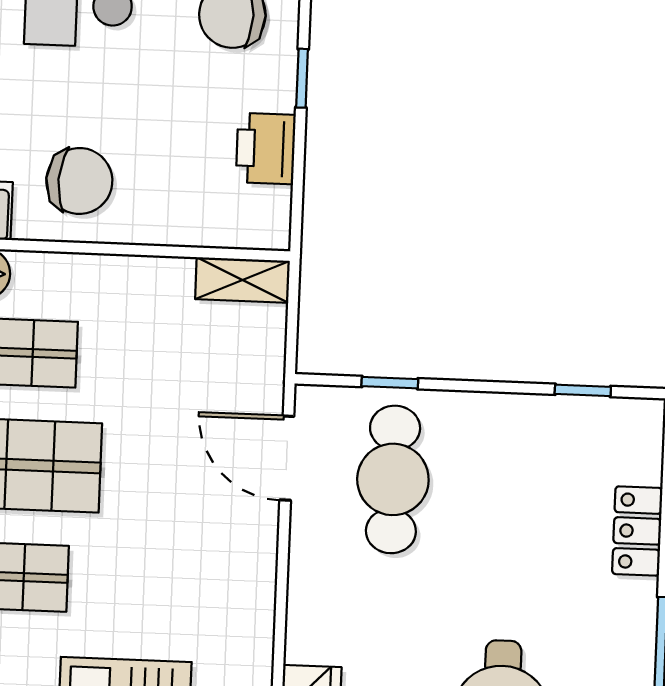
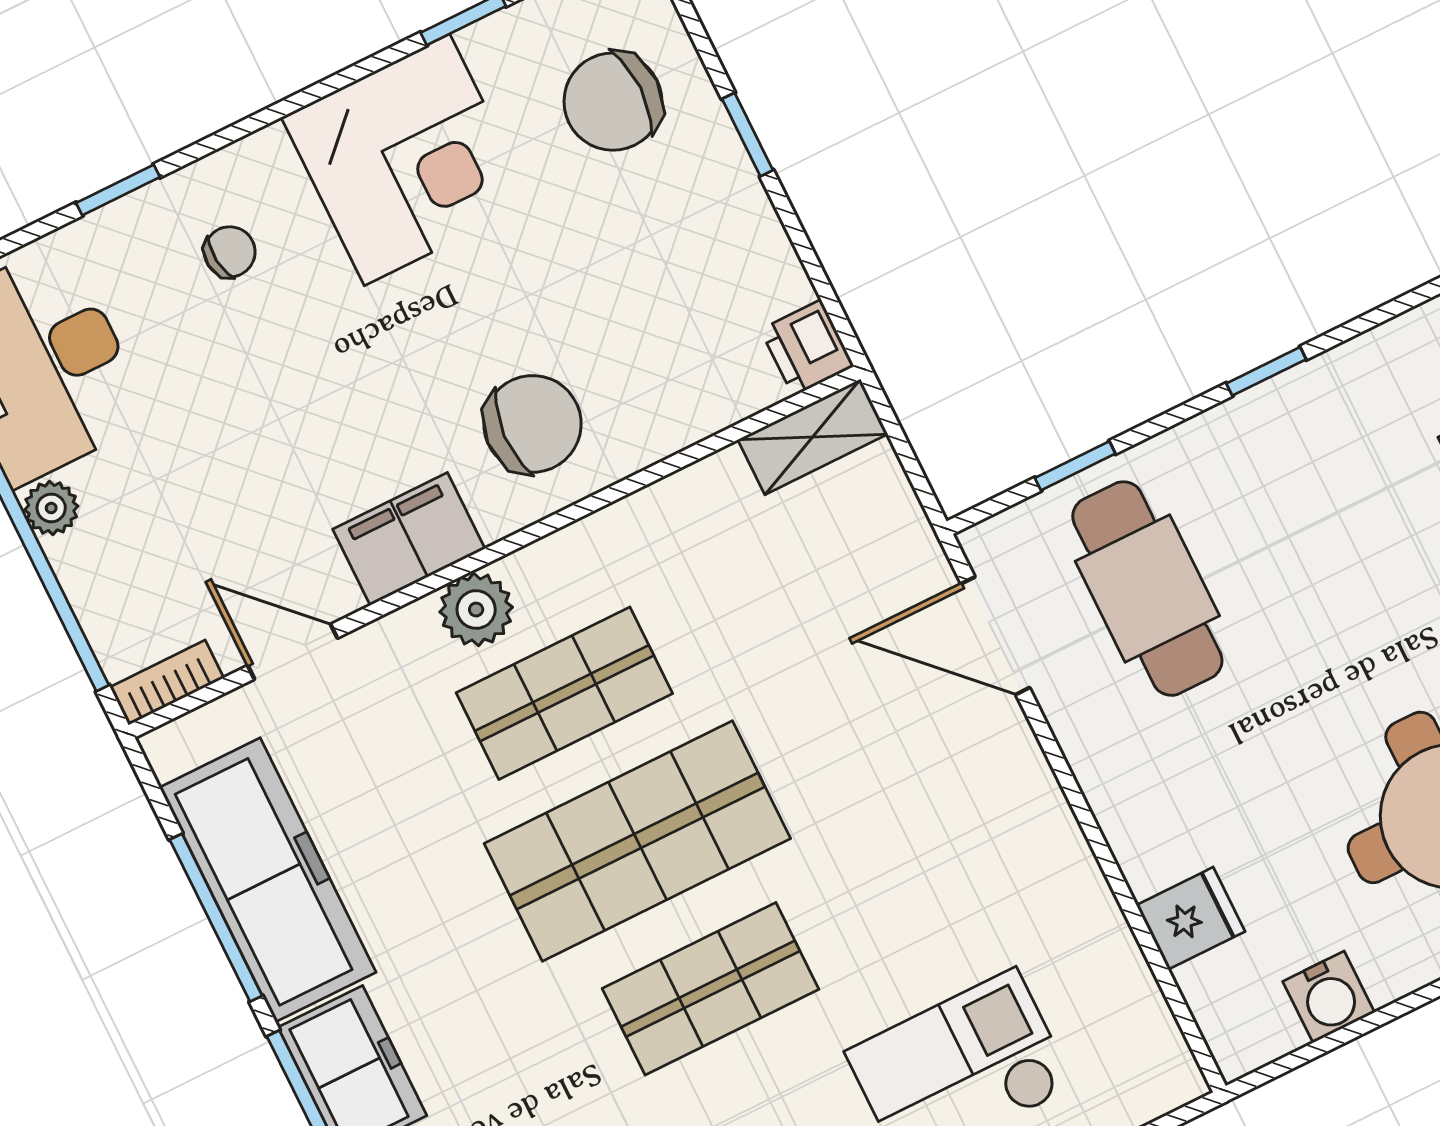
printer: (266, 149) -> (807, 348), moved, width x0.73, depth x0.81
window: (583, 390) -> (1266, 371), moved

